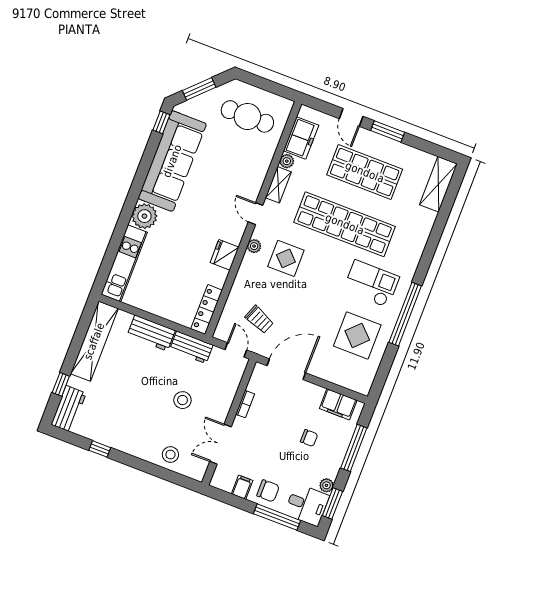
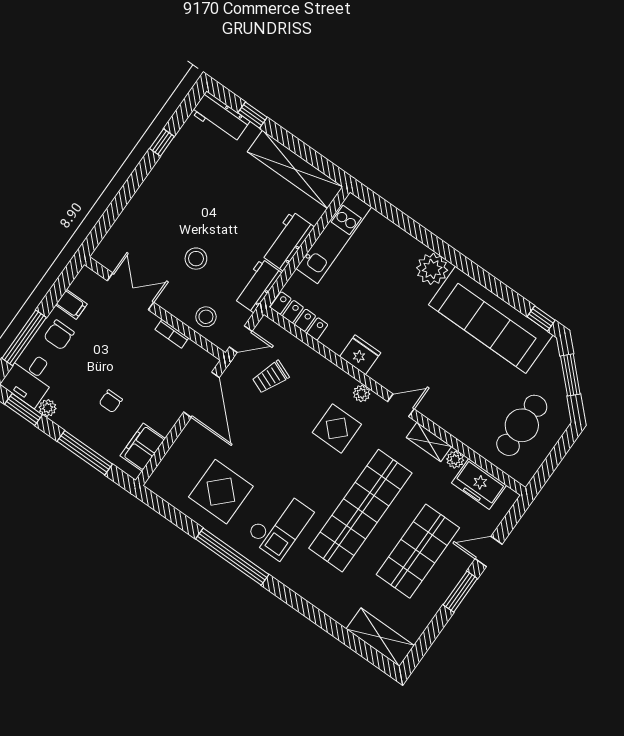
kitchen unit: (124, 263) -> (334, 238), moved, turned -90
stool: (170, 455) -> (206, 317), moved

